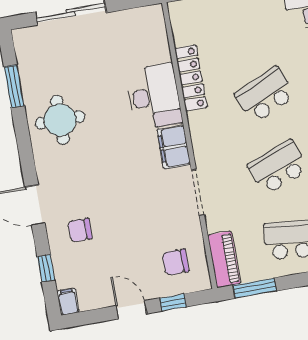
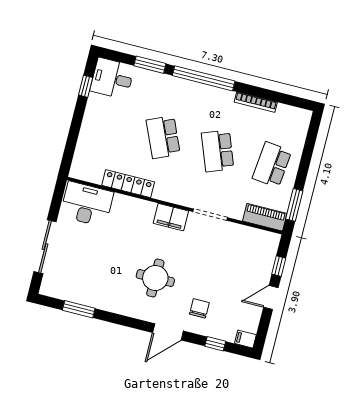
desk: (154, 97) -> (87, 204), moved
round table: (60, 120) -> (155, 278), moved
chair: (80, 230) -> (199, 308), turned 180
chair: (175, 262) -> (252, 252), removed

